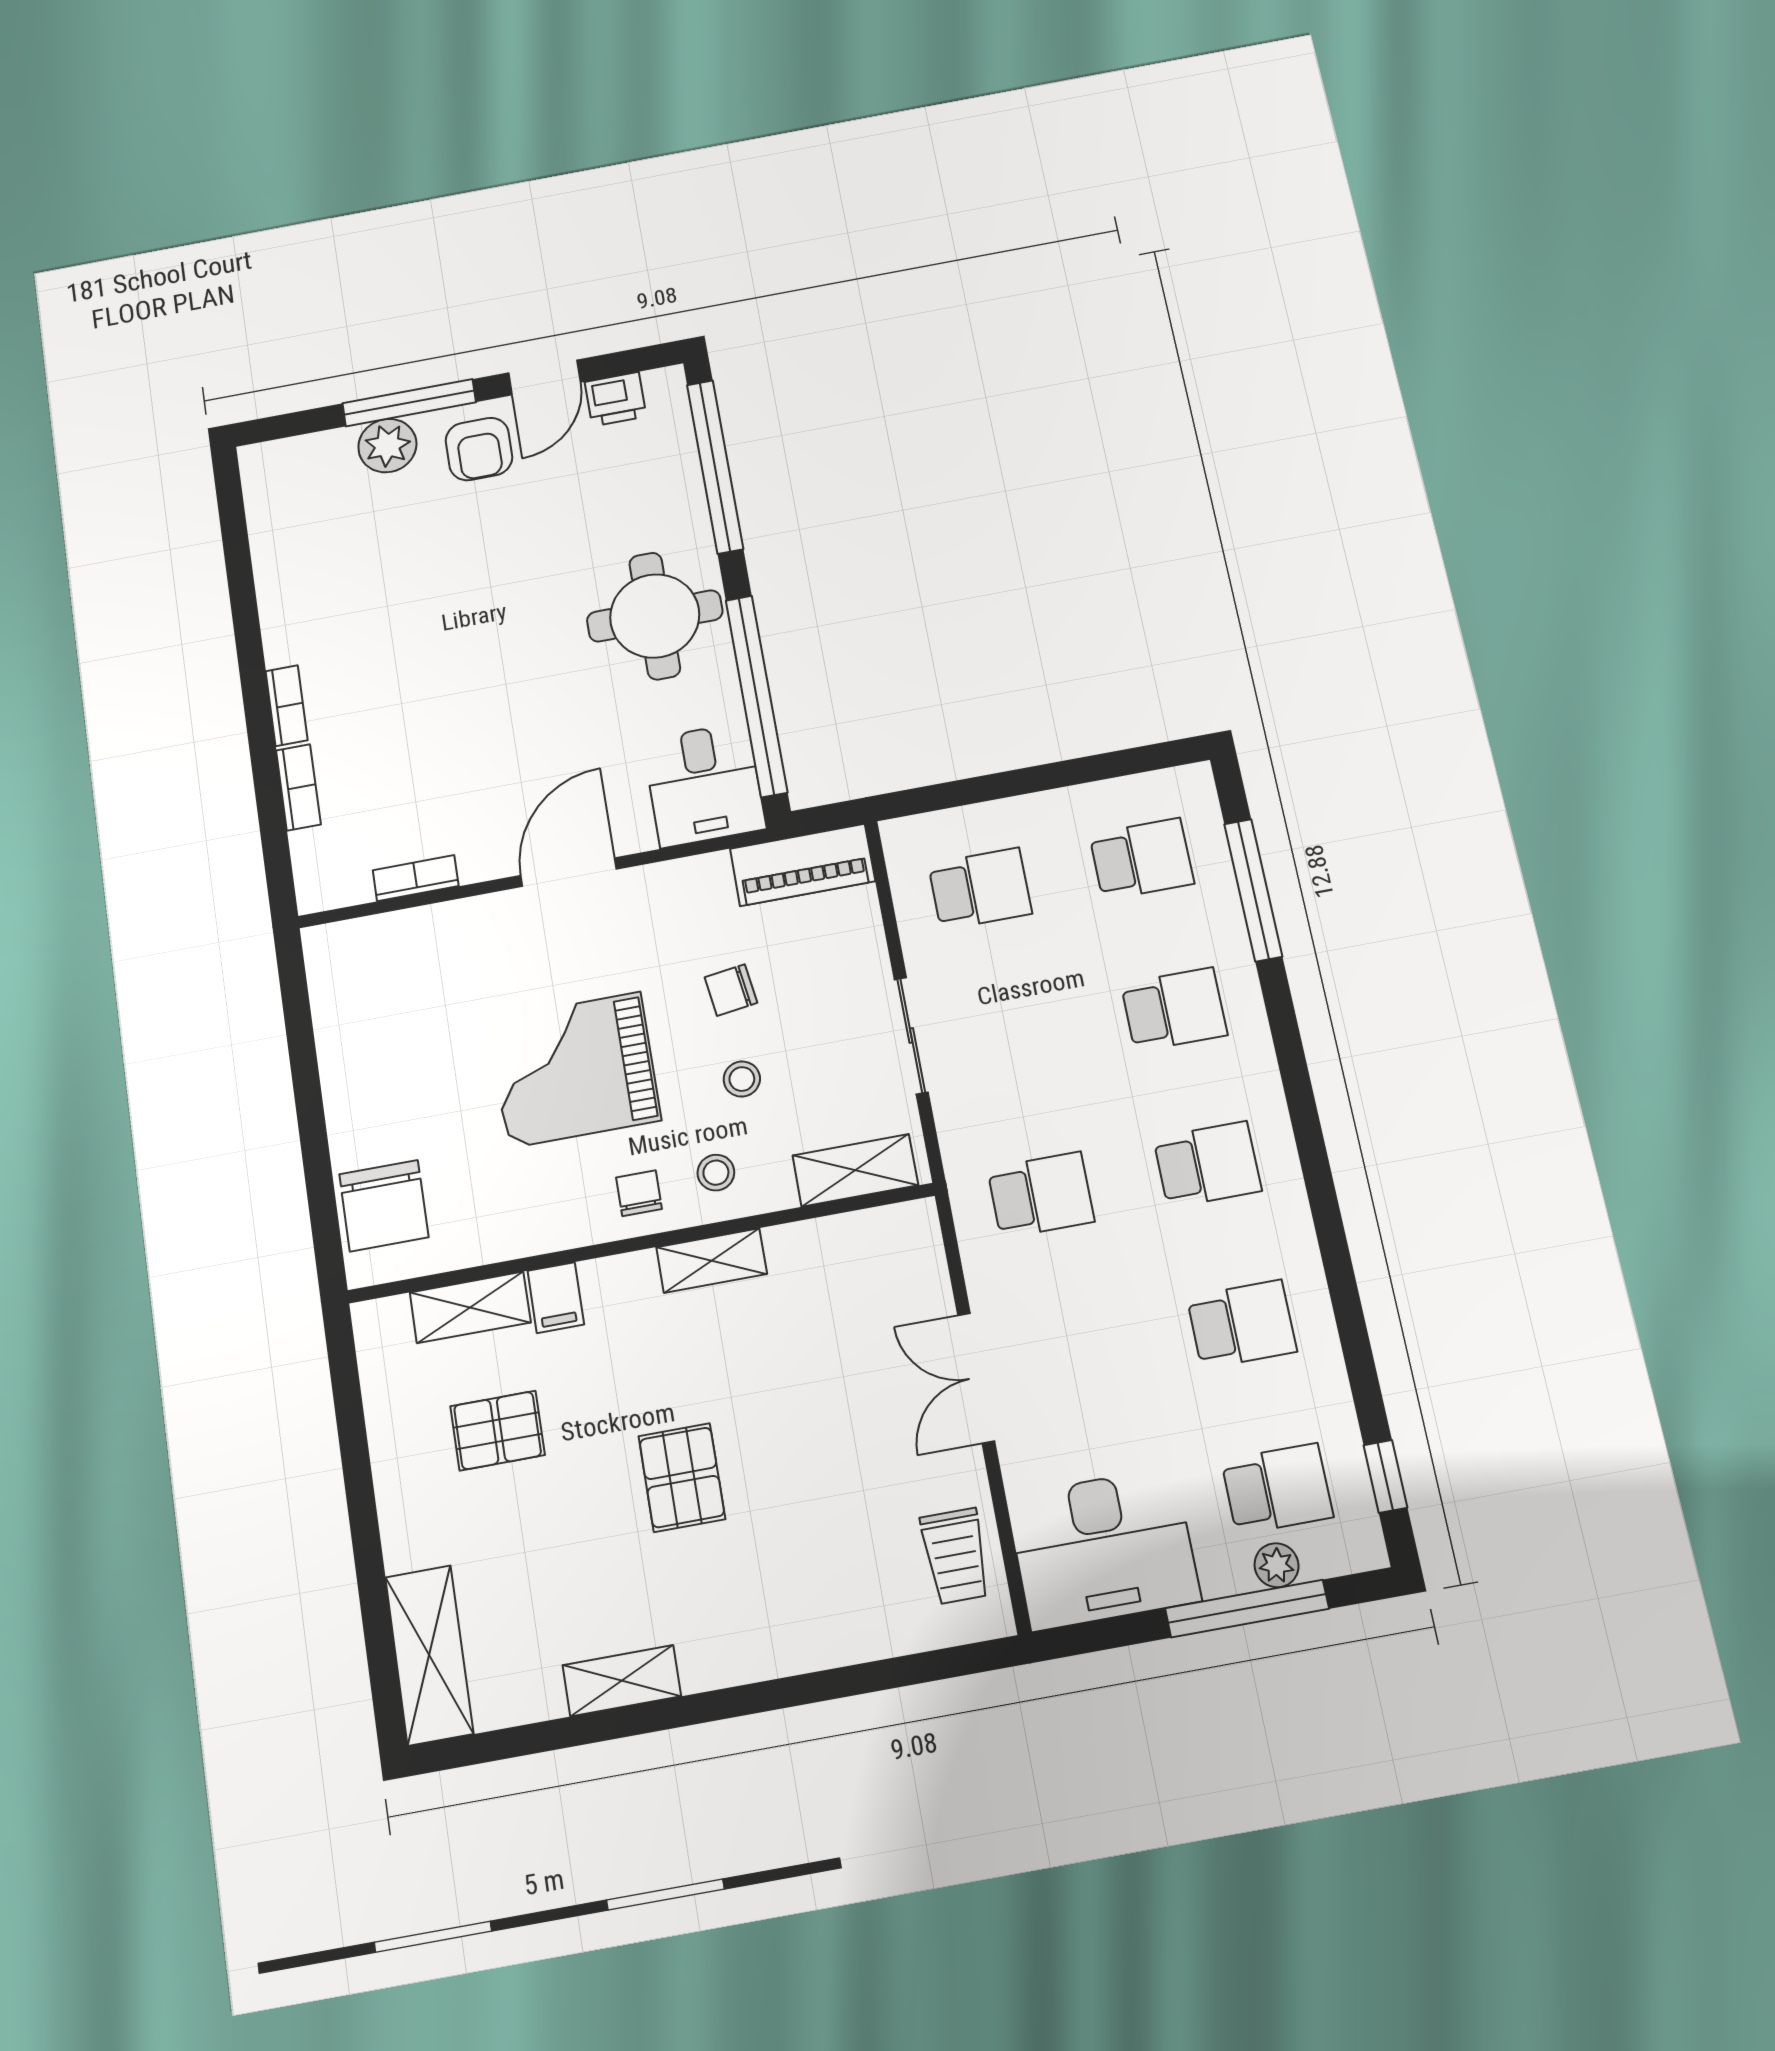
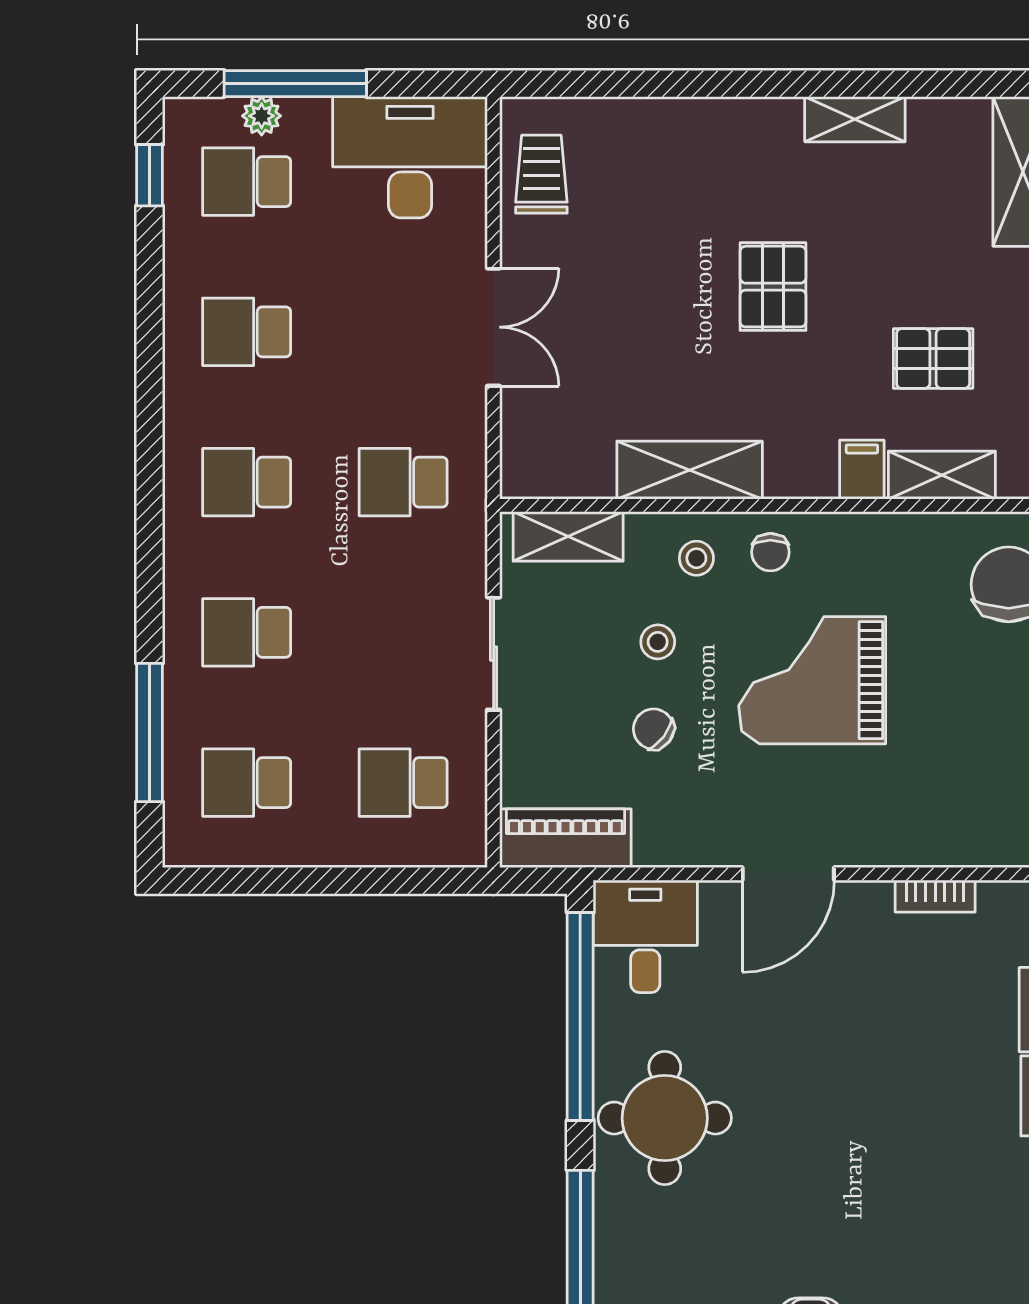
chair: (731, 990) -> (654, 729), turned -135
grand piano: (574, 1070) -> (812, 680), turned 180
shelving: (712, 1261) -> (690, 470), width x1.50, depth x1.33

